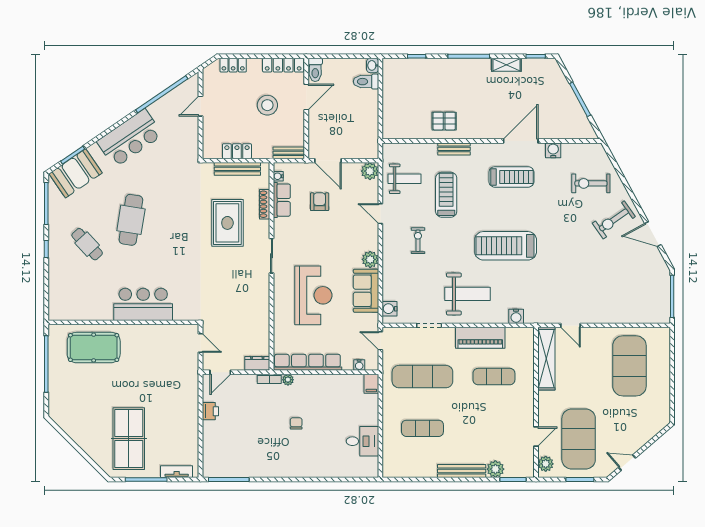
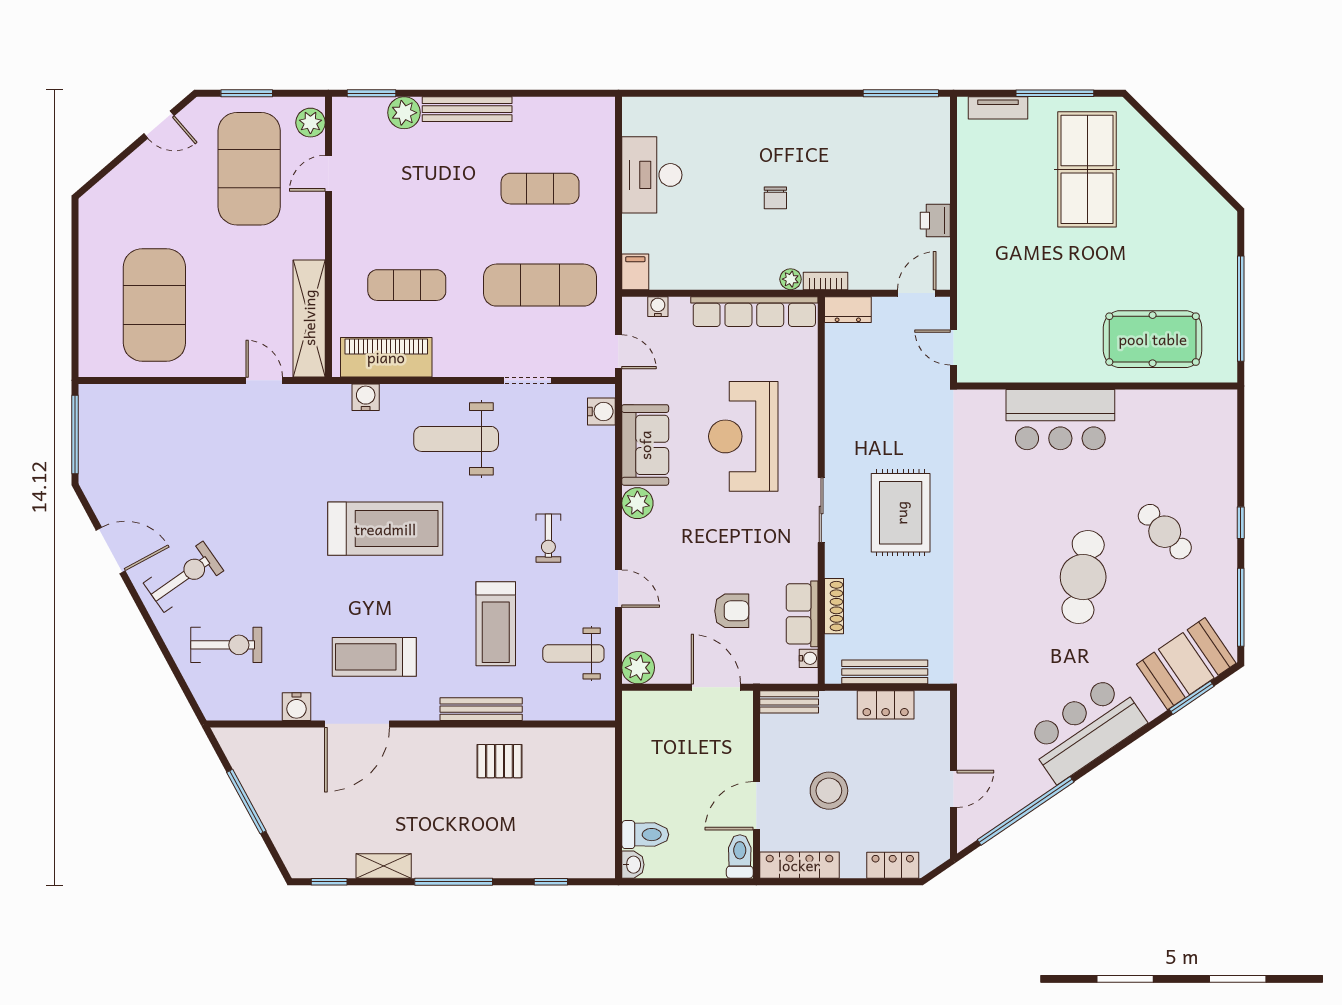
bench: (454, 149) -> (481, 709), width x1.36
armchair: (320, 202) -> (732, 611), turned -90
rug: (227, 223) -> (901, 513), moved
piano: (480, 338) -> (386, 357), moved
desk: (362, 441) -> (652, 175), width x1.37

